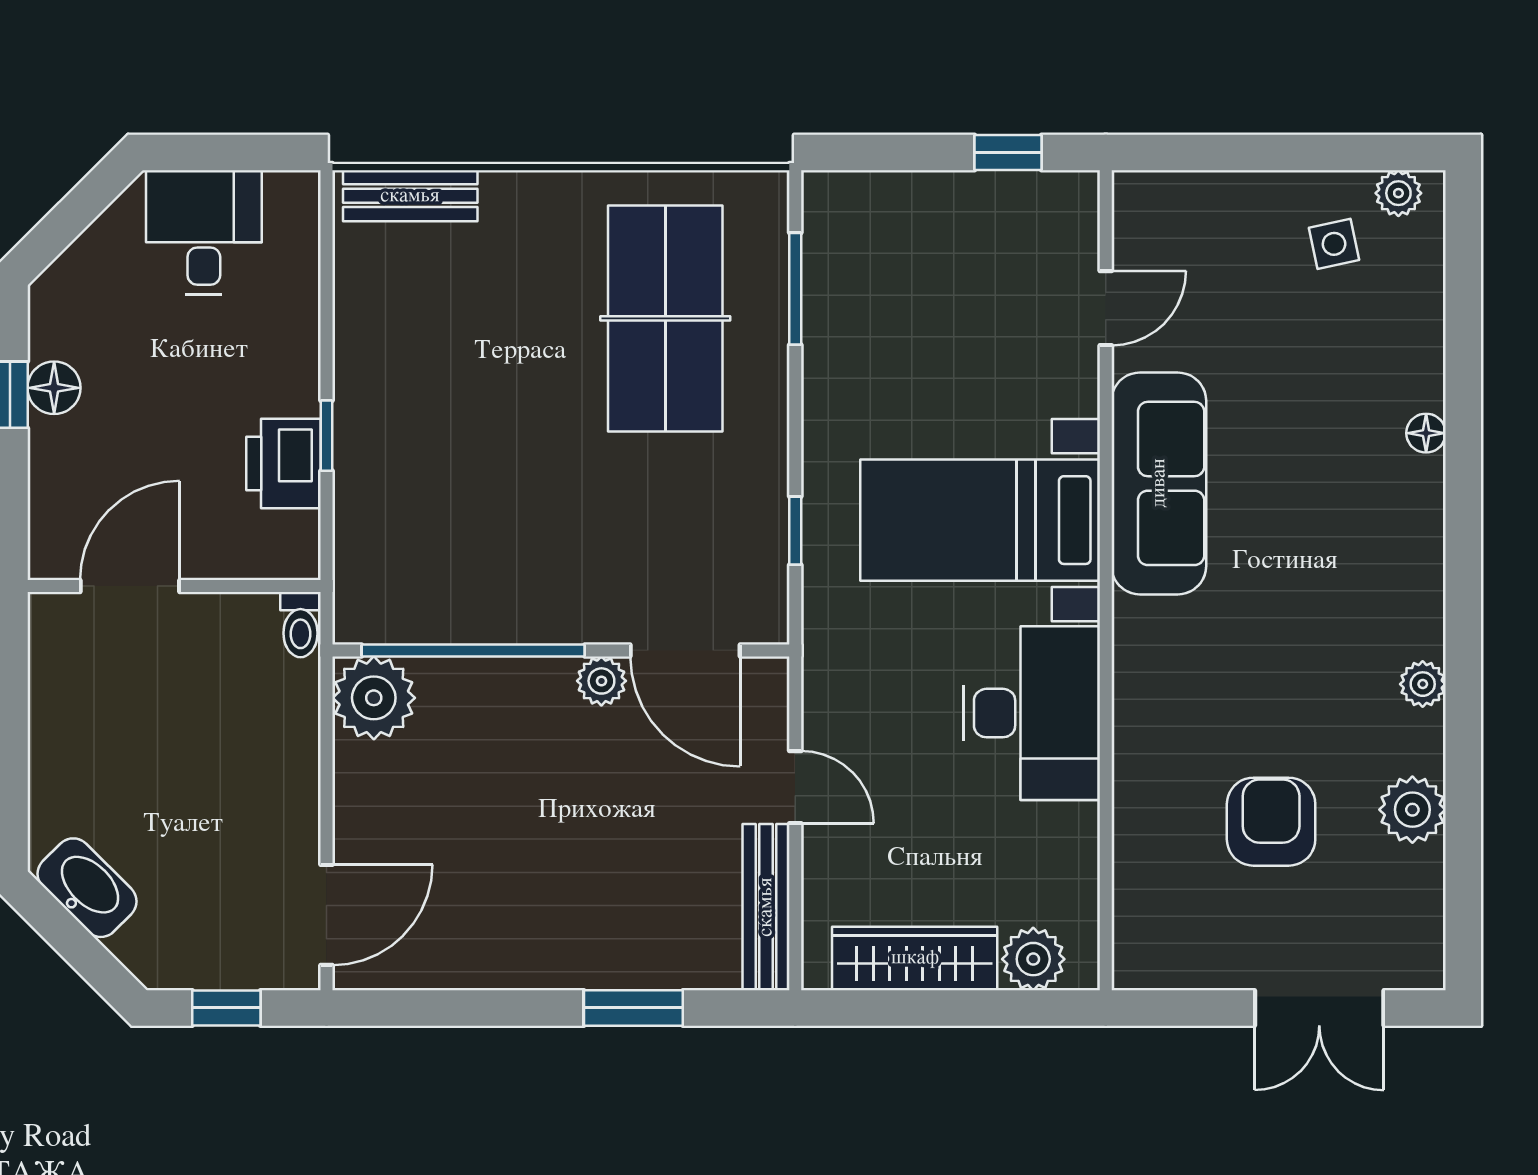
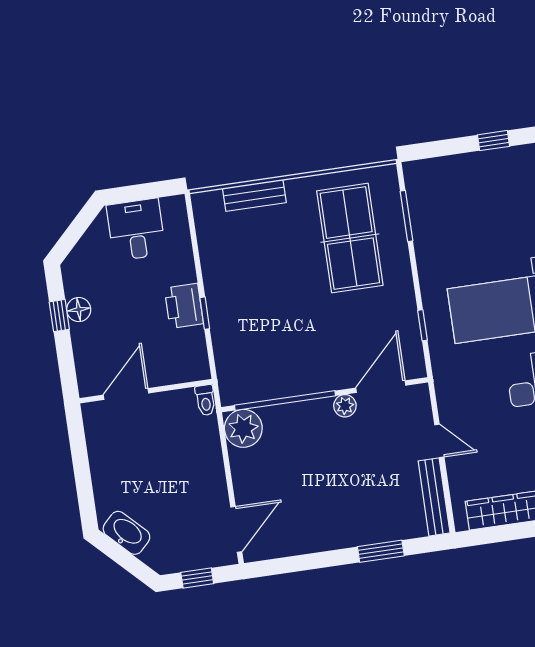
bench: (410, 196) -> (254, 195), moved
printer: (283, 464) -> (184, 306), moved
door: (685, 651) -> (381, 387), swing flipped

